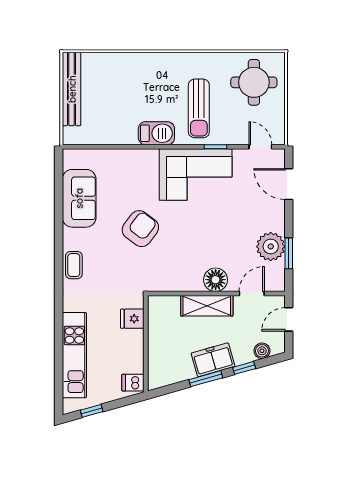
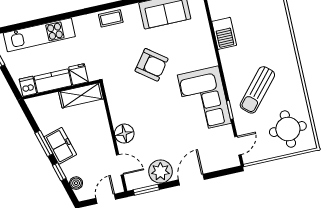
sun lounger: (199, 108) -> (257, 90), turned -49
barbecue: (156, 133) -> (224, 33), moved
door: (289, 184) -> (191, 180), moved
window: (289, 253) -> (146, 190), moved
shelving: (207, 306) -> (81, 95), moved, turned 90
door: (289, 319) -> (106, 199), hinge flipped
kitchen counter: (133, 351) -> (53, 81), added

